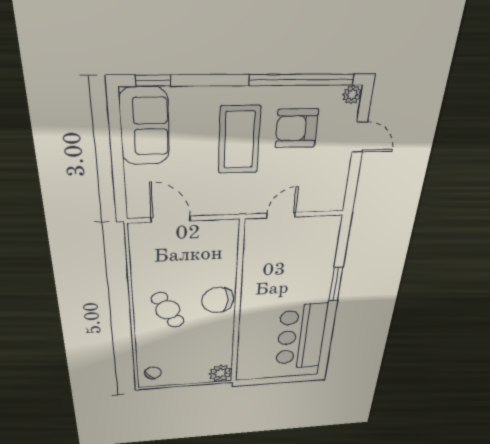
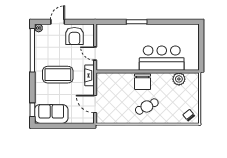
armchair: (297, 128) -> (74, 36), moved
fireplace: (234, 206) -> (90, 75), added
door: (171, 219) -> (95, 104), hinge flipped
bar counter: (301, 337) -> (162, 58), moved, turned 180
plant: (220, 373) -> (179, 79), moved

